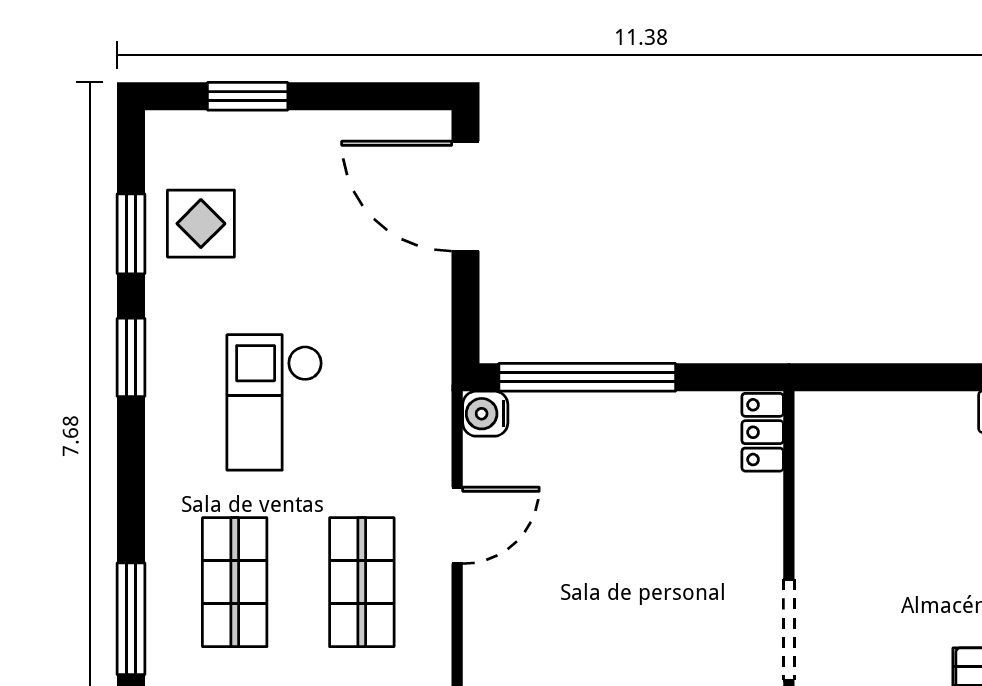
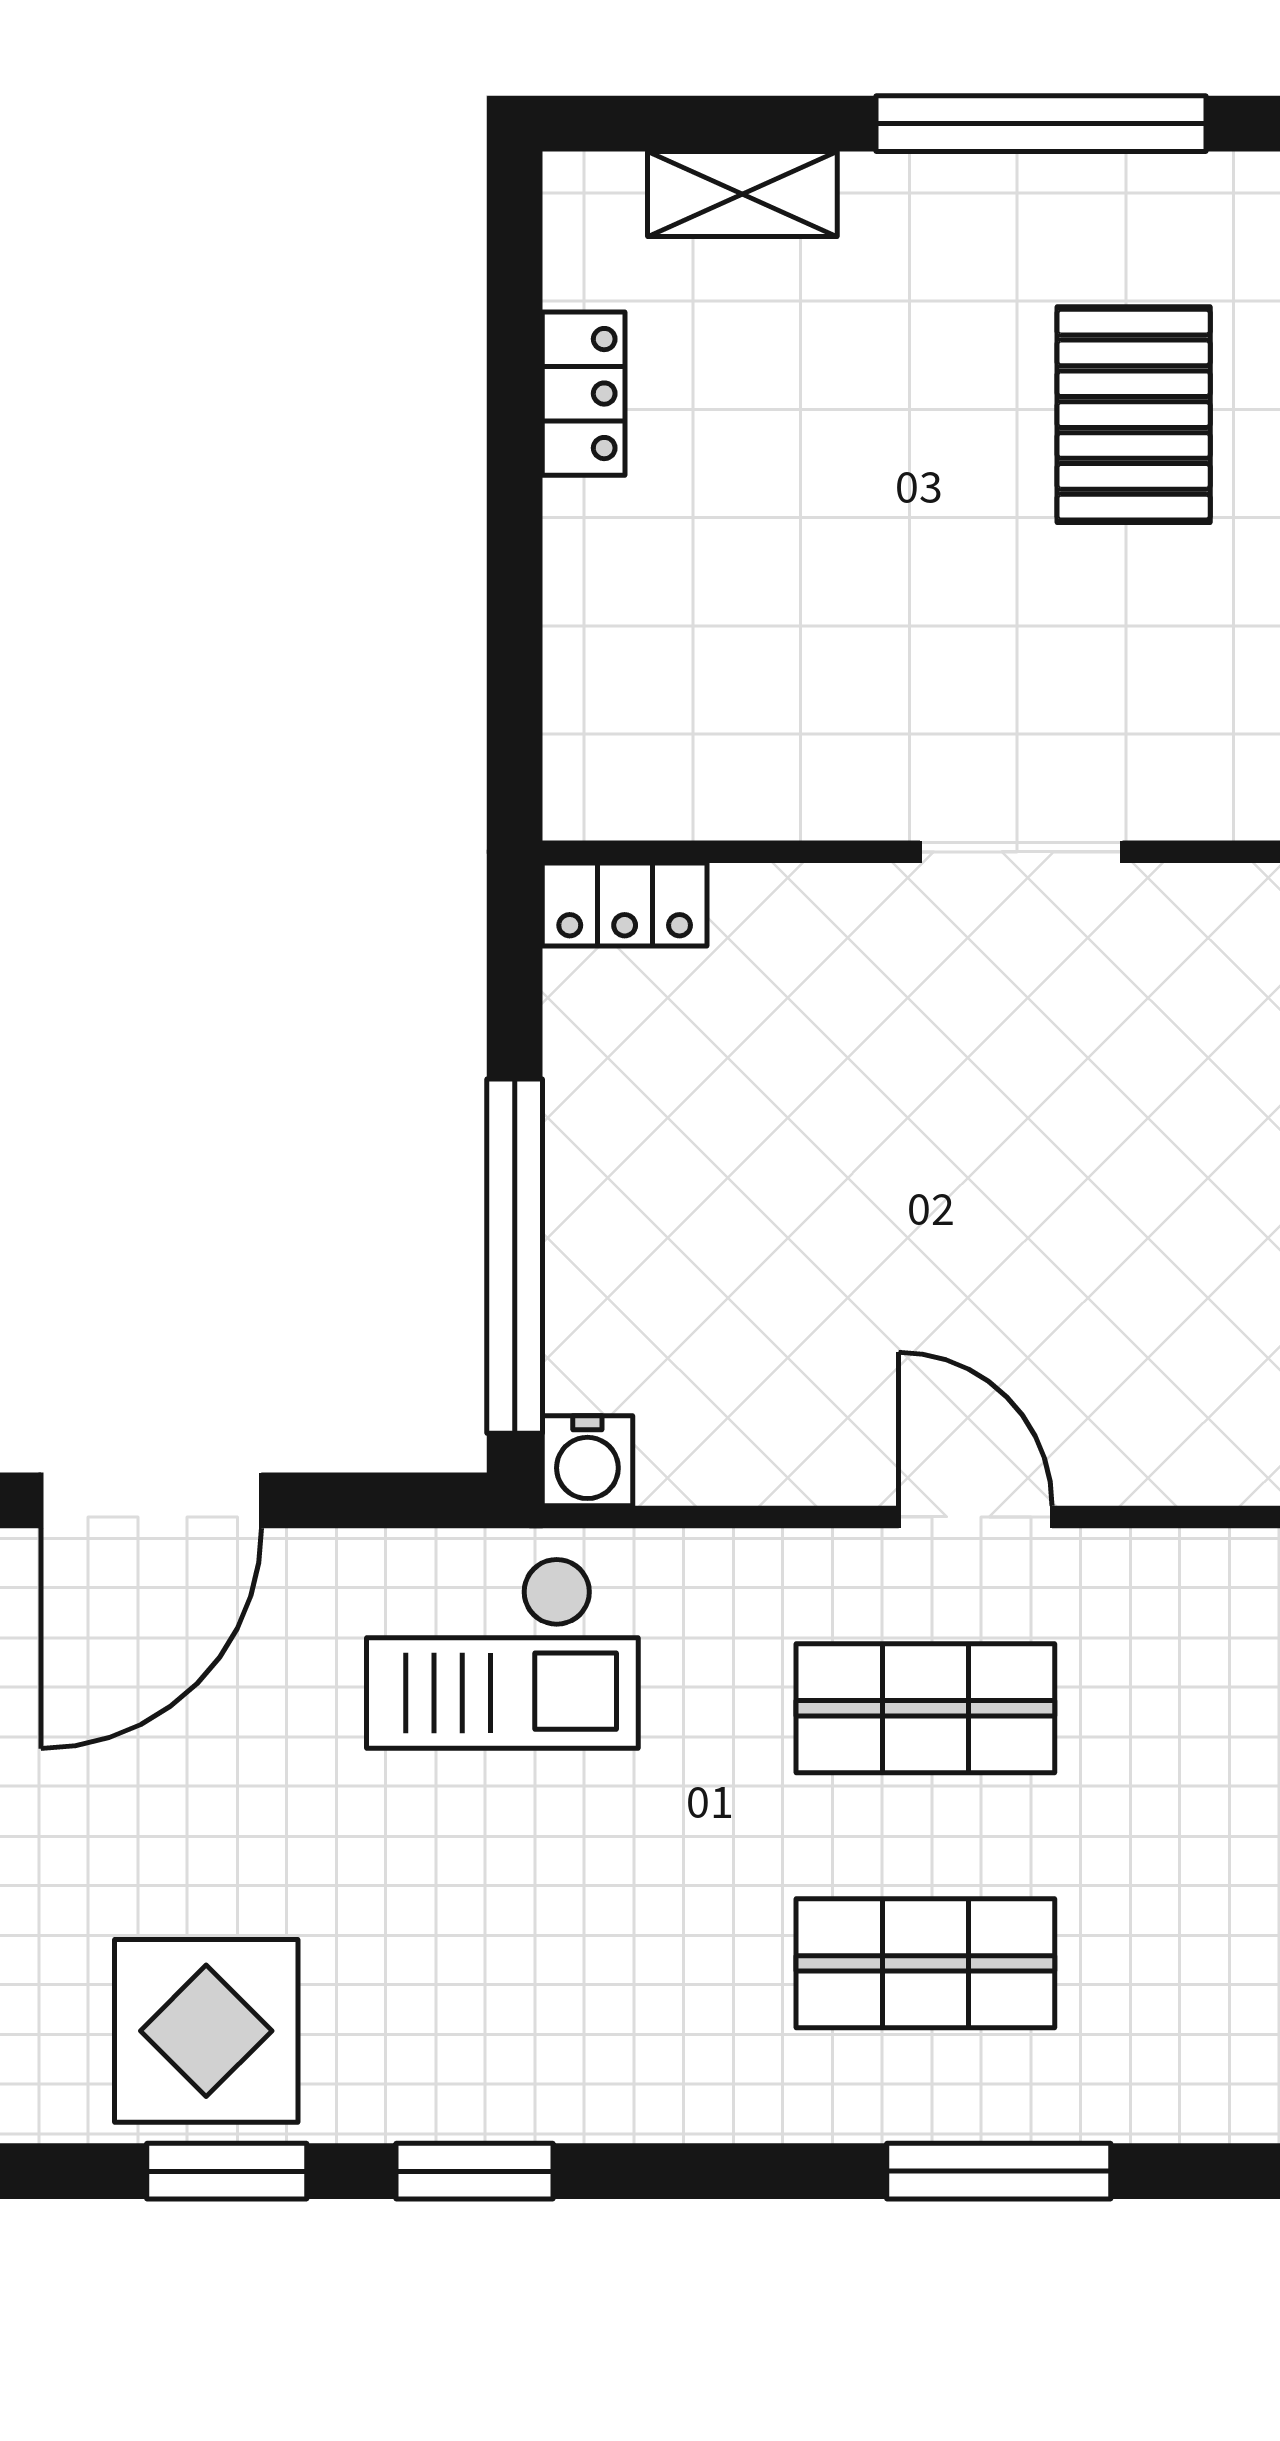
display table: (201, 224) -> (206, 2031), width x1.36, depth x1.36
checkout: (275, 402) -> (502, 1653), moved
door: (457, 525) -> (975, 1517), moved

